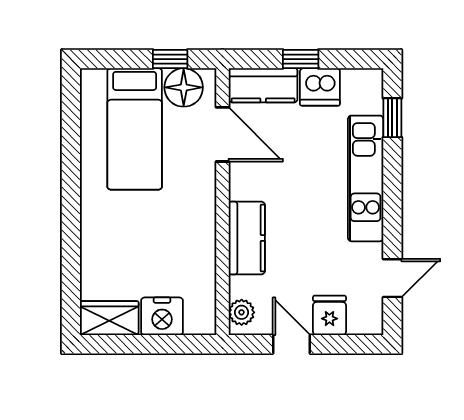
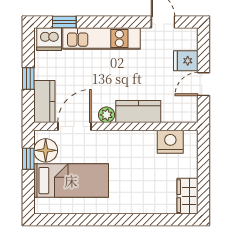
dishwasher: (320, 87) -> (49, 39), moved, turned 90
plant: (242, 312) -> (106, 115), moved
nightstand: (162, 316) -> (170, 142), moved, turned -90

